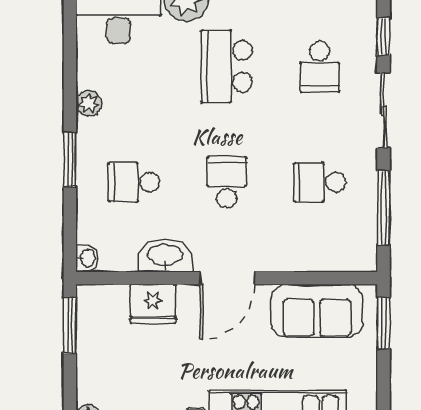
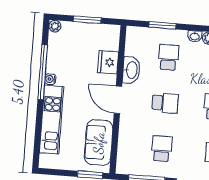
window: (70, 159) -> (162, 25), moved
washbasin: (87, 258) -> (195, 36), moved
window: (70, 325) -> (87, 20), moved

